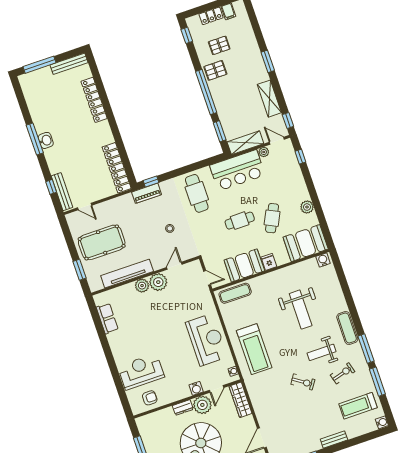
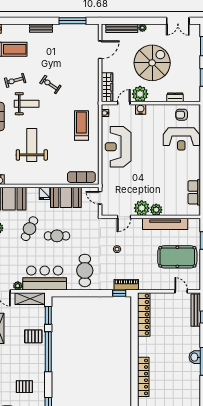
pallet: (215, 70) -> (33, 336), moved
treadmill: (254, 349) -> (81, 125), width x0.73, depth x0.73
dresser: (183, 407) -> (175, 97), moved

